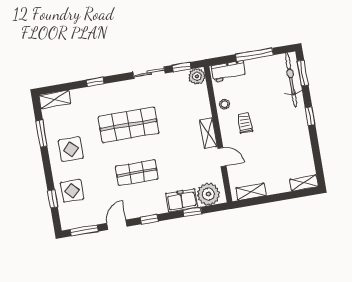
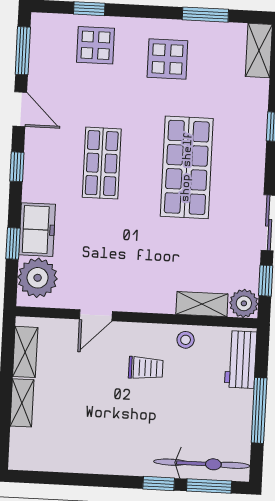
window: (310, 116) -> (159, 484), moved
shelving: (208, 133) -> (202, 304), moved
shelving: (304, 183) -> (22, 403), moved

